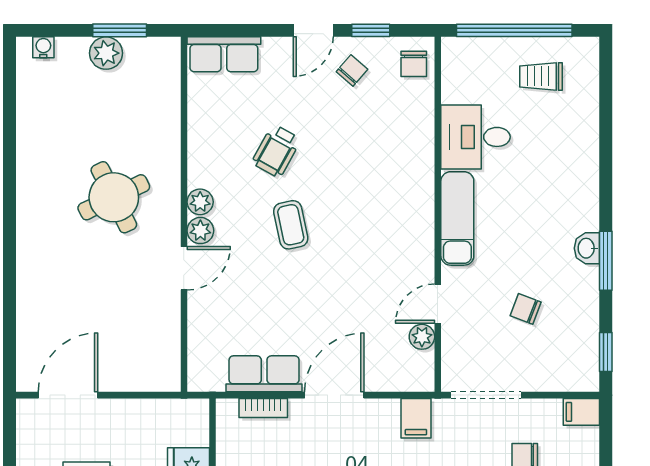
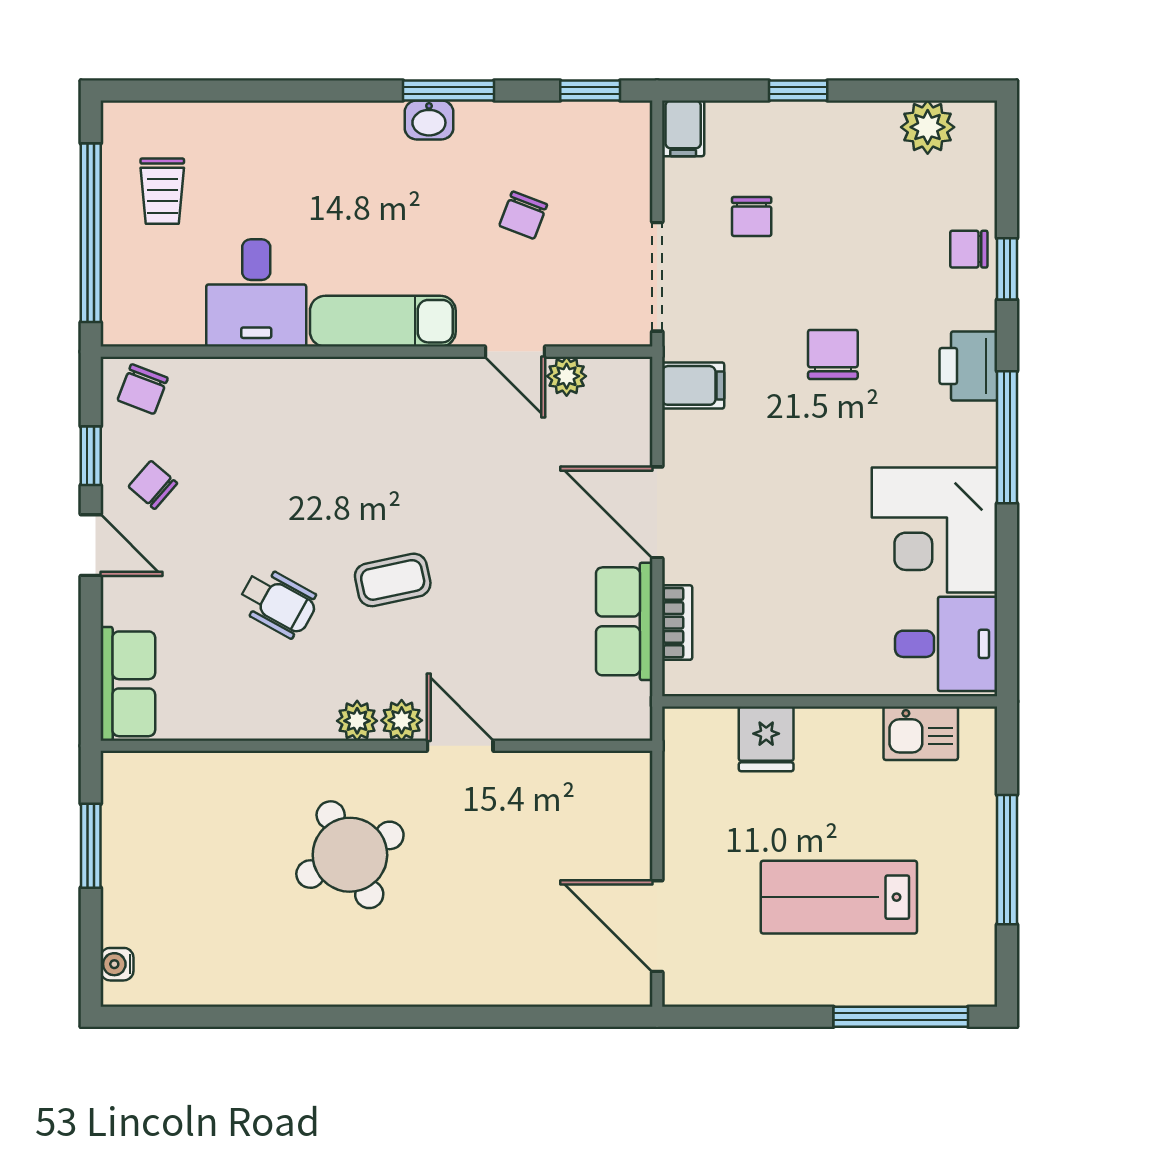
plant: (106, 53) -> (126, 867), removed
chair: (414, 64) -> (143, 389), turned 111

